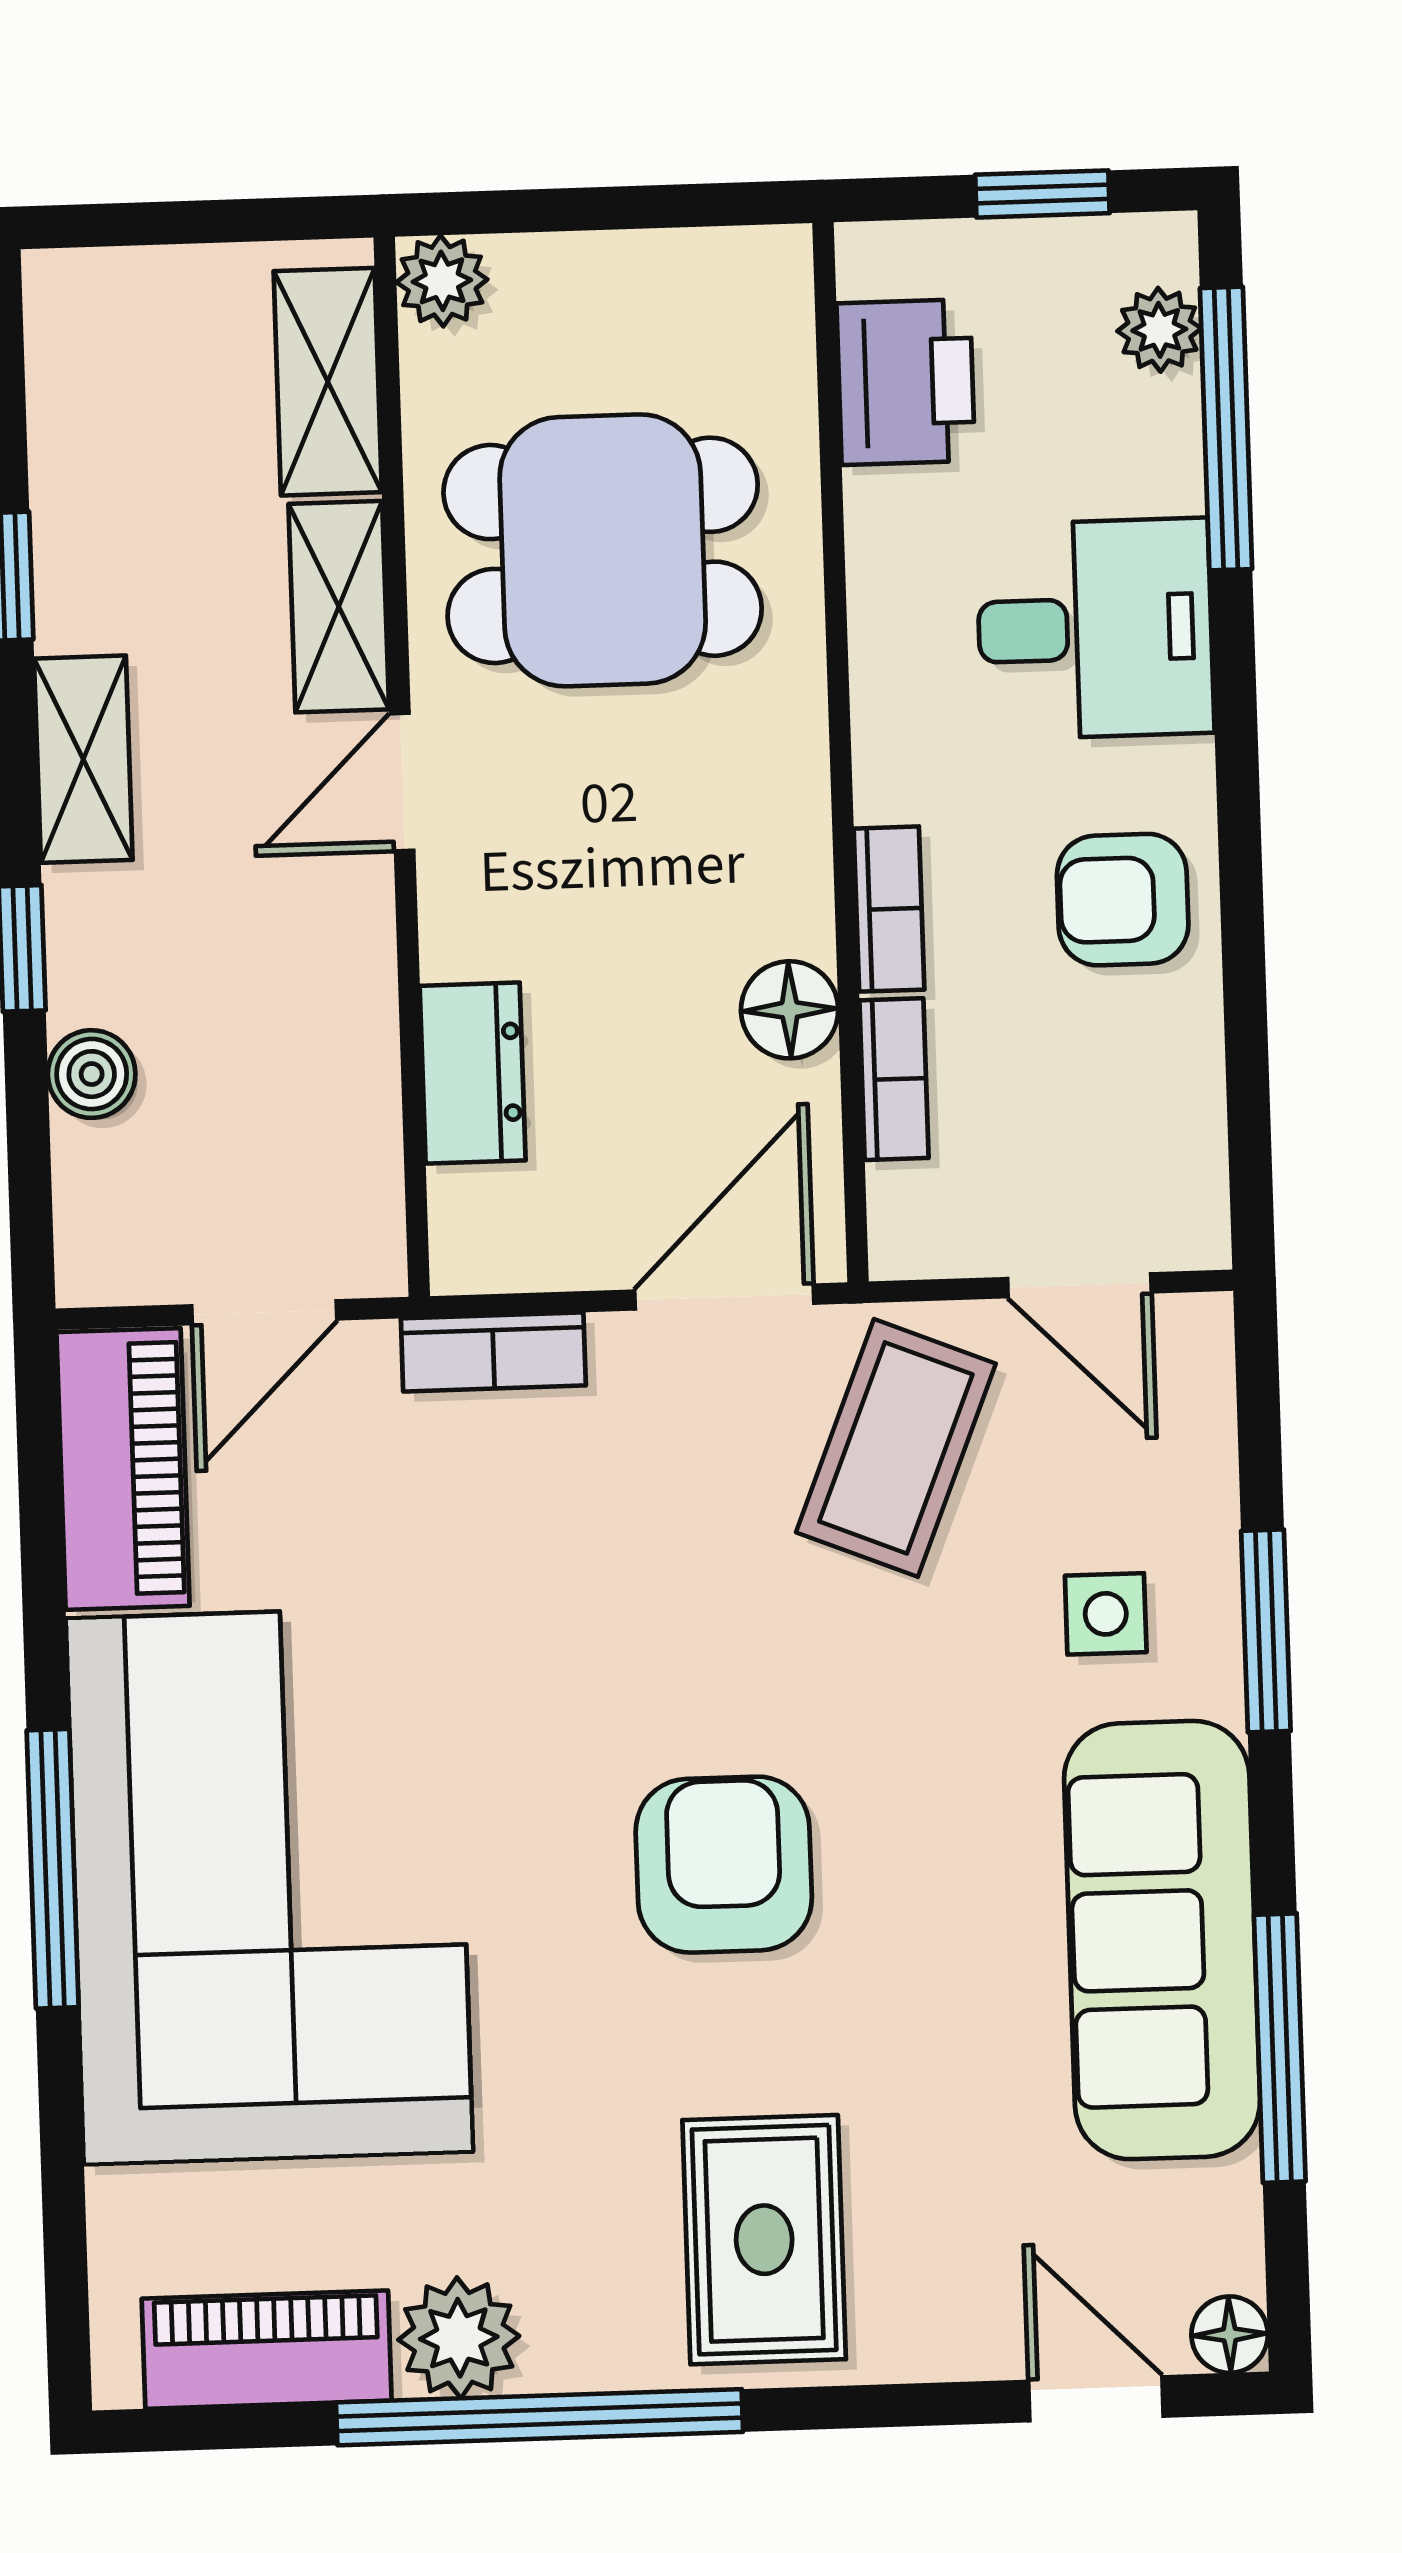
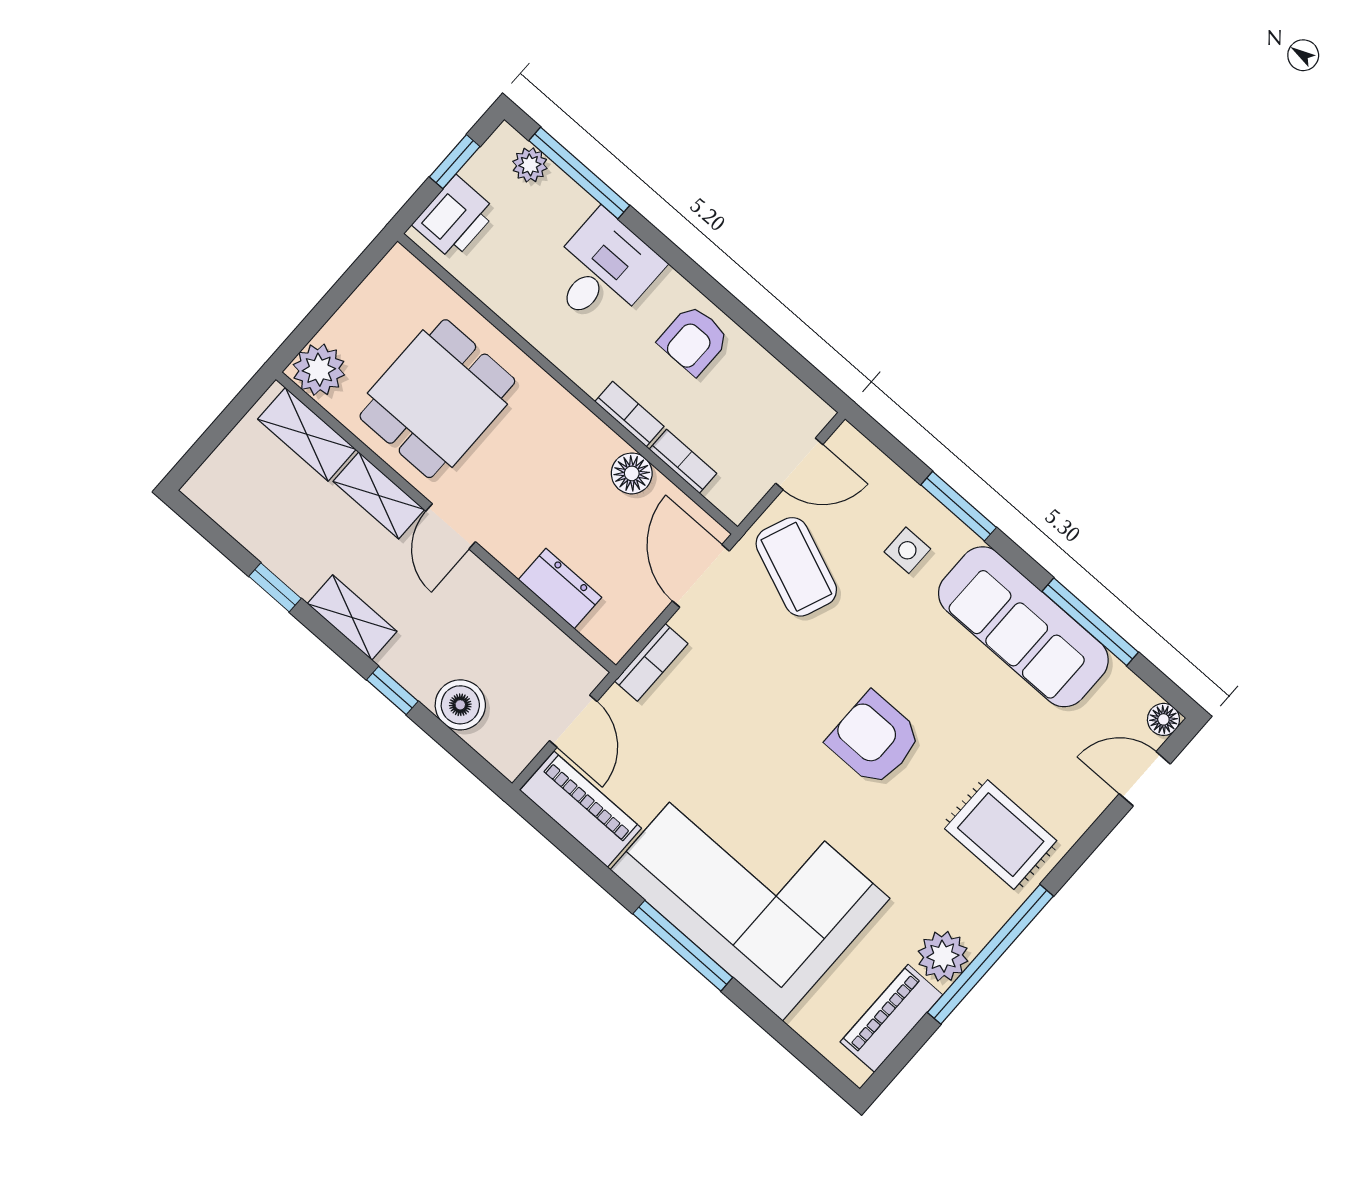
plant: (442, 281) -> (319, 370), width x1.38, depth x1.38
printer: (906, 382) -> (455, 218), moved, turned 90
boiler: (92, 1074) -> (460, 705), width x1.36, depth x1.36

